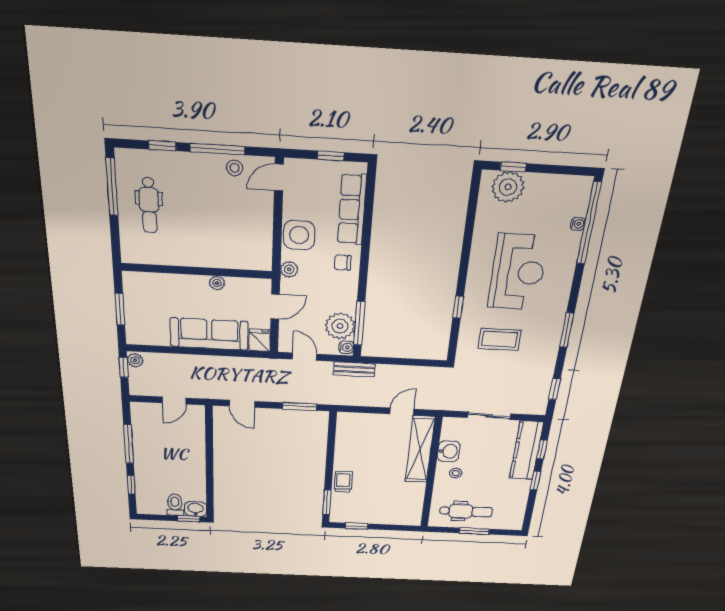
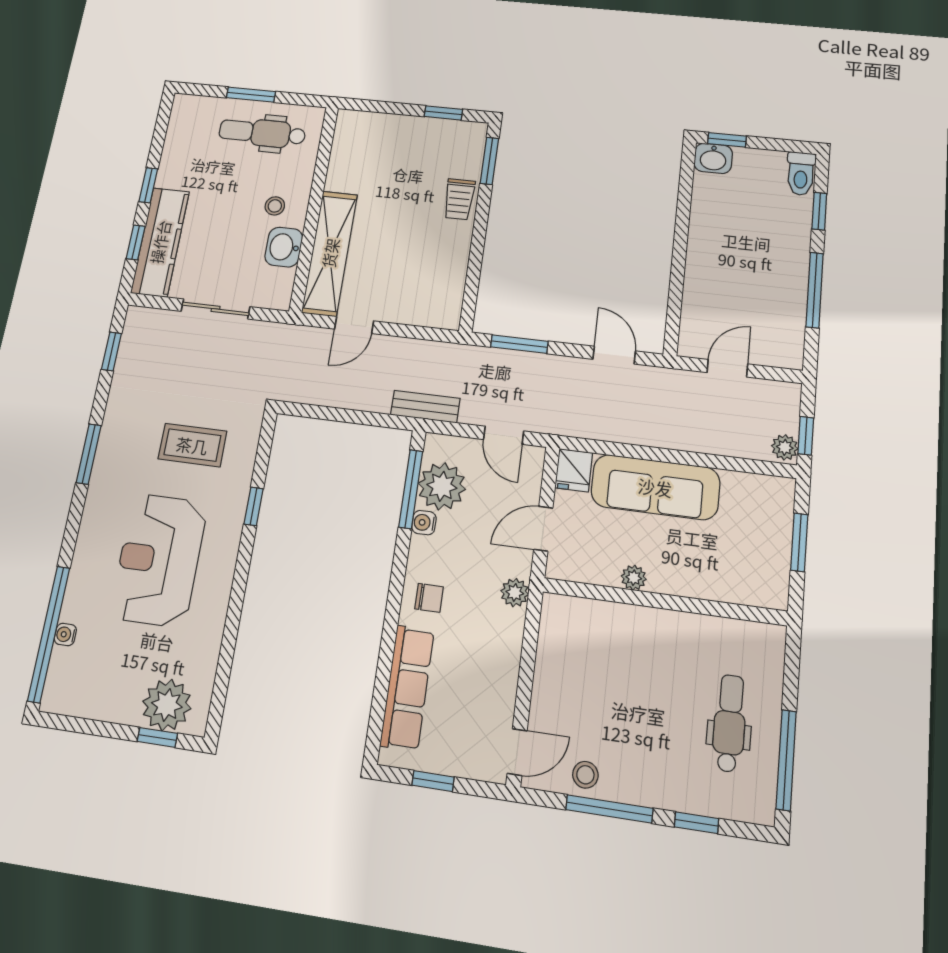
side table: (299, 235) -> (494, 651), removed
water cooler: (346, 347) -> (424, 523), moved
toilet: (175, 505) -> (801, 174), moved

